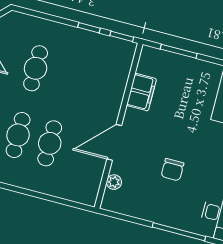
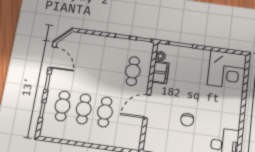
cafe table: (36, 68) -> (133, 71), moved
plant: (114, 182) -> (160, 56), moved

